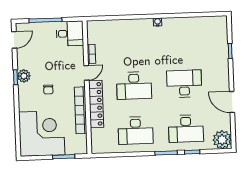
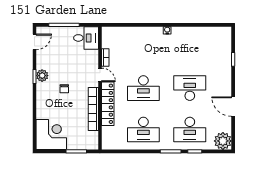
door: (86, 73) -> (100, 75), hinge flipped
corner desk: (42, 133) -> (51, 135), width x0.74, depth x0.74

